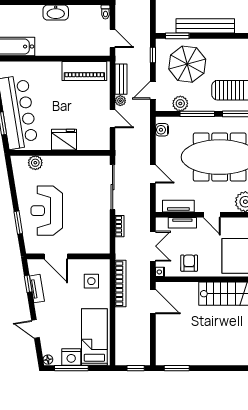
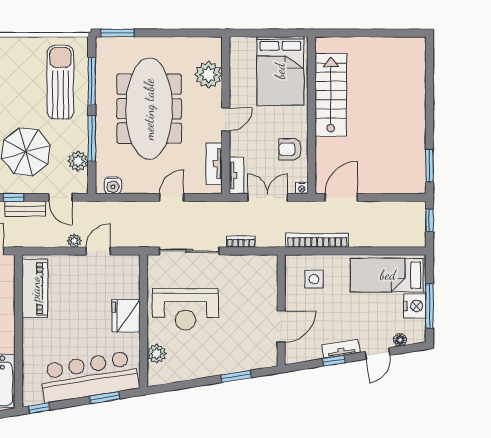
bench: (121, 79) -> (25, 209), moved
reception desk: (47, 211) -> (185, 309), moved
tv unit: (182, 223) -> (236, 175), moved
window: (28, 284) -> (334, 361), moved
tv unit: (37, 289) -> (341, 349), moved
floor lamp: (48, 360) -> (400, 340), moved

